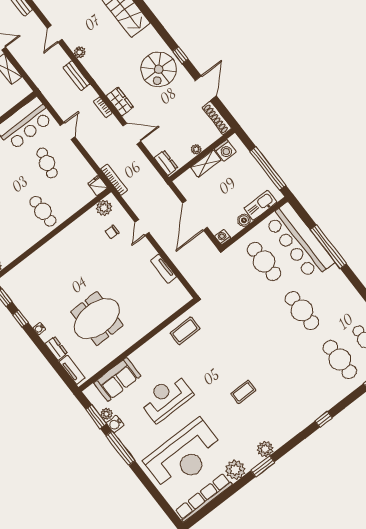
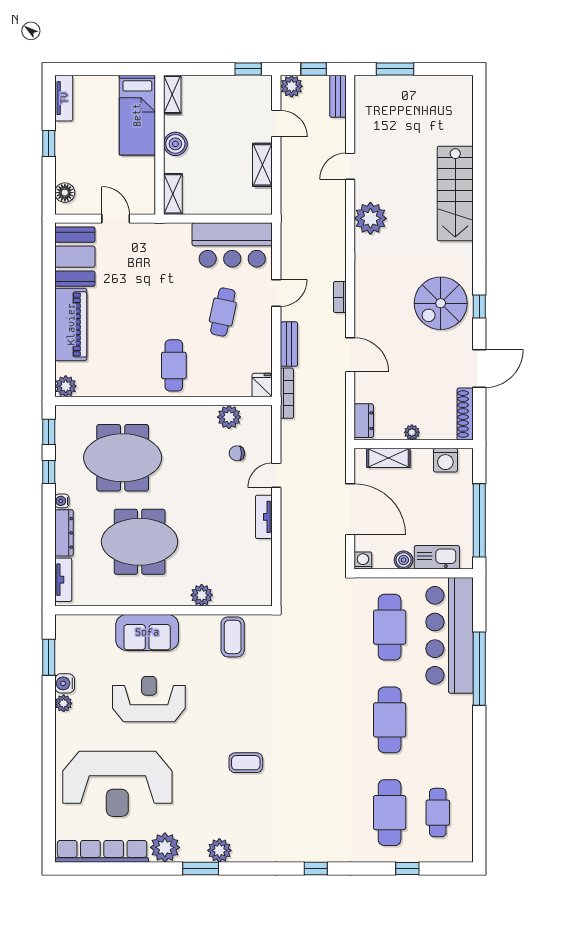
plant: (80, 52) -> (370, 218), width x1.87, depth x1.87
bench: (76, 76) -> (289, 344), moved
wardrobe: (120, 101) -> (365, 306), removed
shelving: (206, 164) -> (388, 458), moved
plant: (104, 208) -> (229, 417), moved
door: (195, 215) -> (350, 509), swing flipped
tv unit: (164, 269) -> (264, 517), moved
meeting table: (54, 281) -> (123, 458), added
plant: (152, 321) -> (202, 595), added
coffee table: (185, 331) -> (233, 637), turned 90
dresser: (56, 348) -> (64, 533), width x1.44
sofa: (117, 379) -> (147, 632), moved
plant: (106, 414) -> (64, 703), moved
window: (120, 448) -> (49, 717), removed

